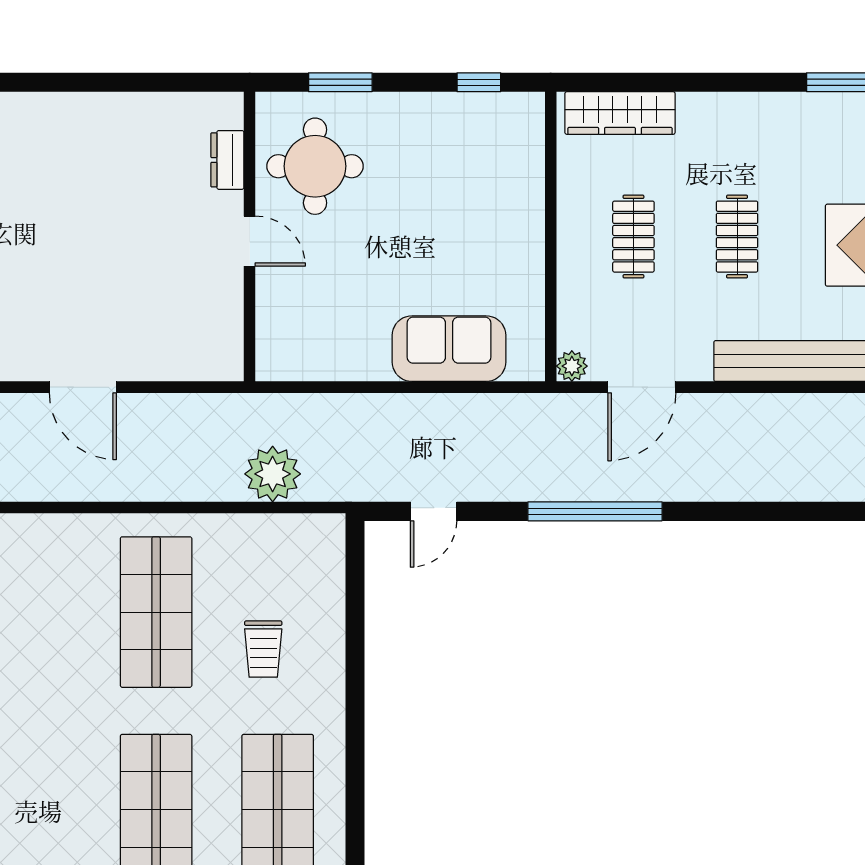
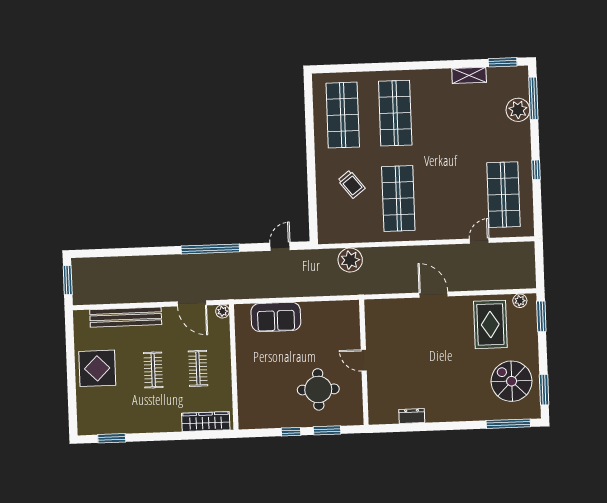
window: (479, 82) -> (291, 432), moved
dresser: (227, 160) -> (412, 416), moved, turned -90
round table: (315, 166) -> (318, 389), moved
door: (642, 387) -> (192, 303), swing flipped
trolley: (263, 649) -> (351, 184), turned 142

